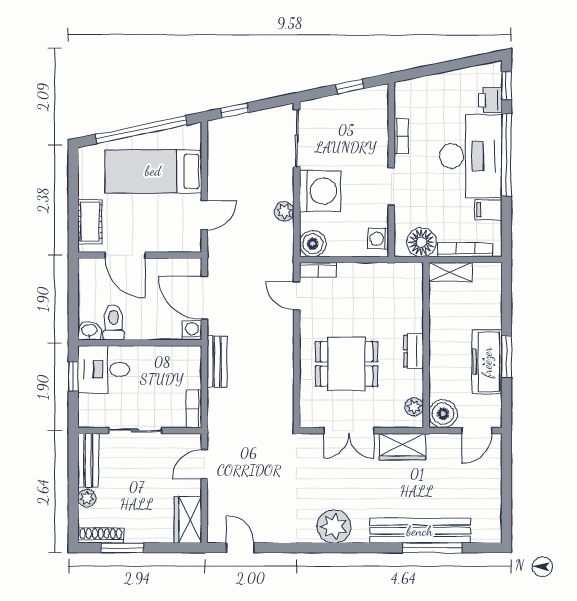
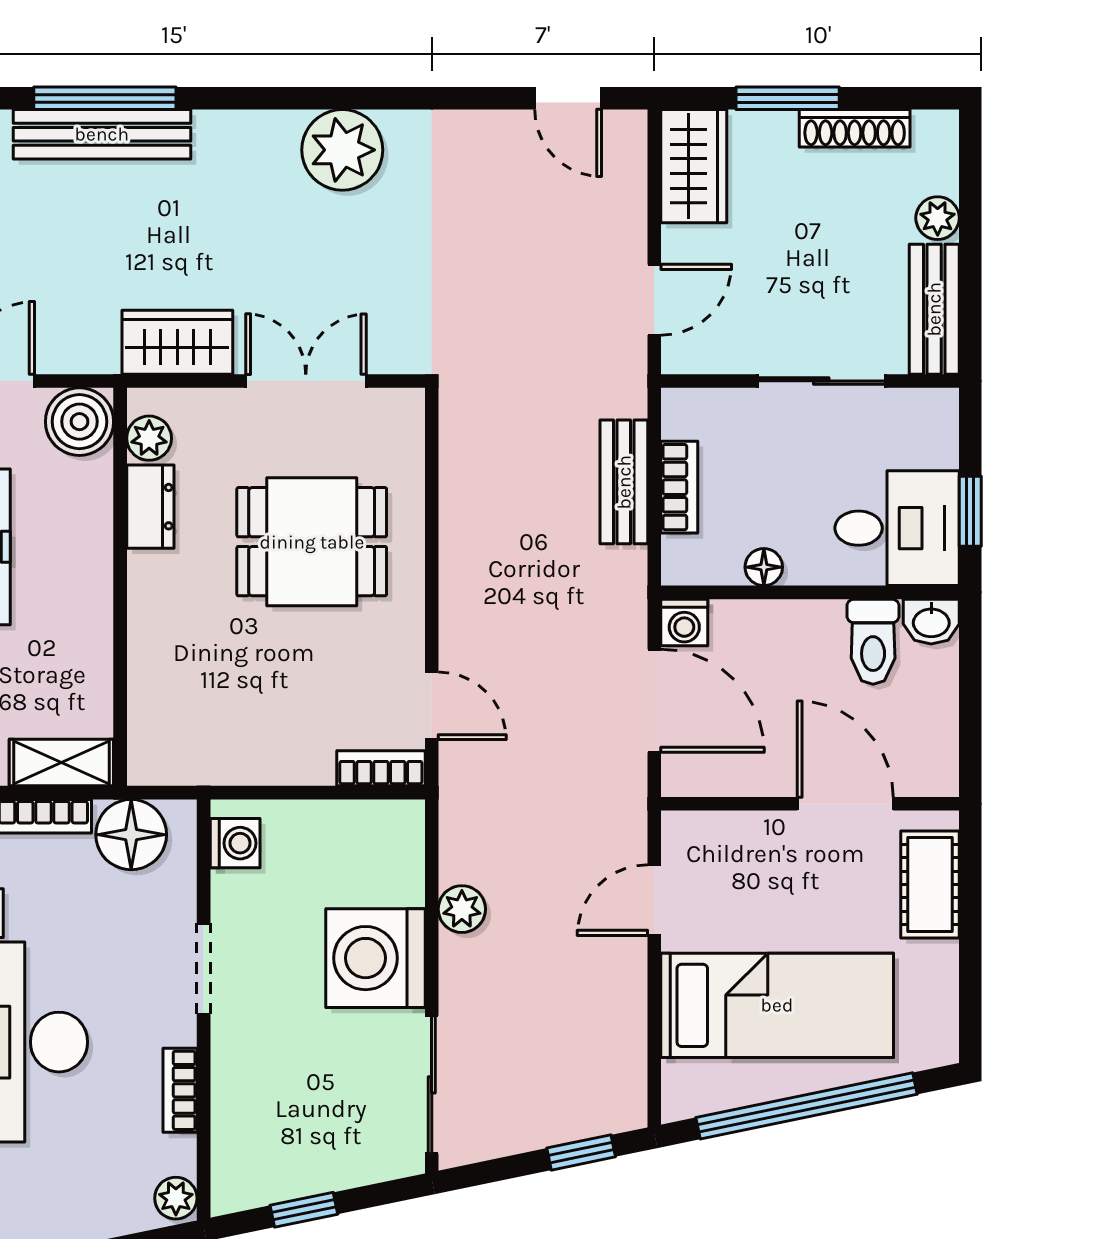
plant: (403, 91) -> (176, 1198), added
boiler: (313, 244) -> (393, 831), removed
dresser: (414, 351) -> (150, 507), moved
floor lamp: (159, 353) -> (764, 567), added
bench: (217, 362) -> (624, 482), moved
bookcase: (194, 409) -> (679, 487), moved
bench: (420, 531) -> (102, 134), width x0.73, depth x0.82
shoe rack: (101, 535) -> (855, 128), moved
window: (122, 548) -> (788, 98), moved

